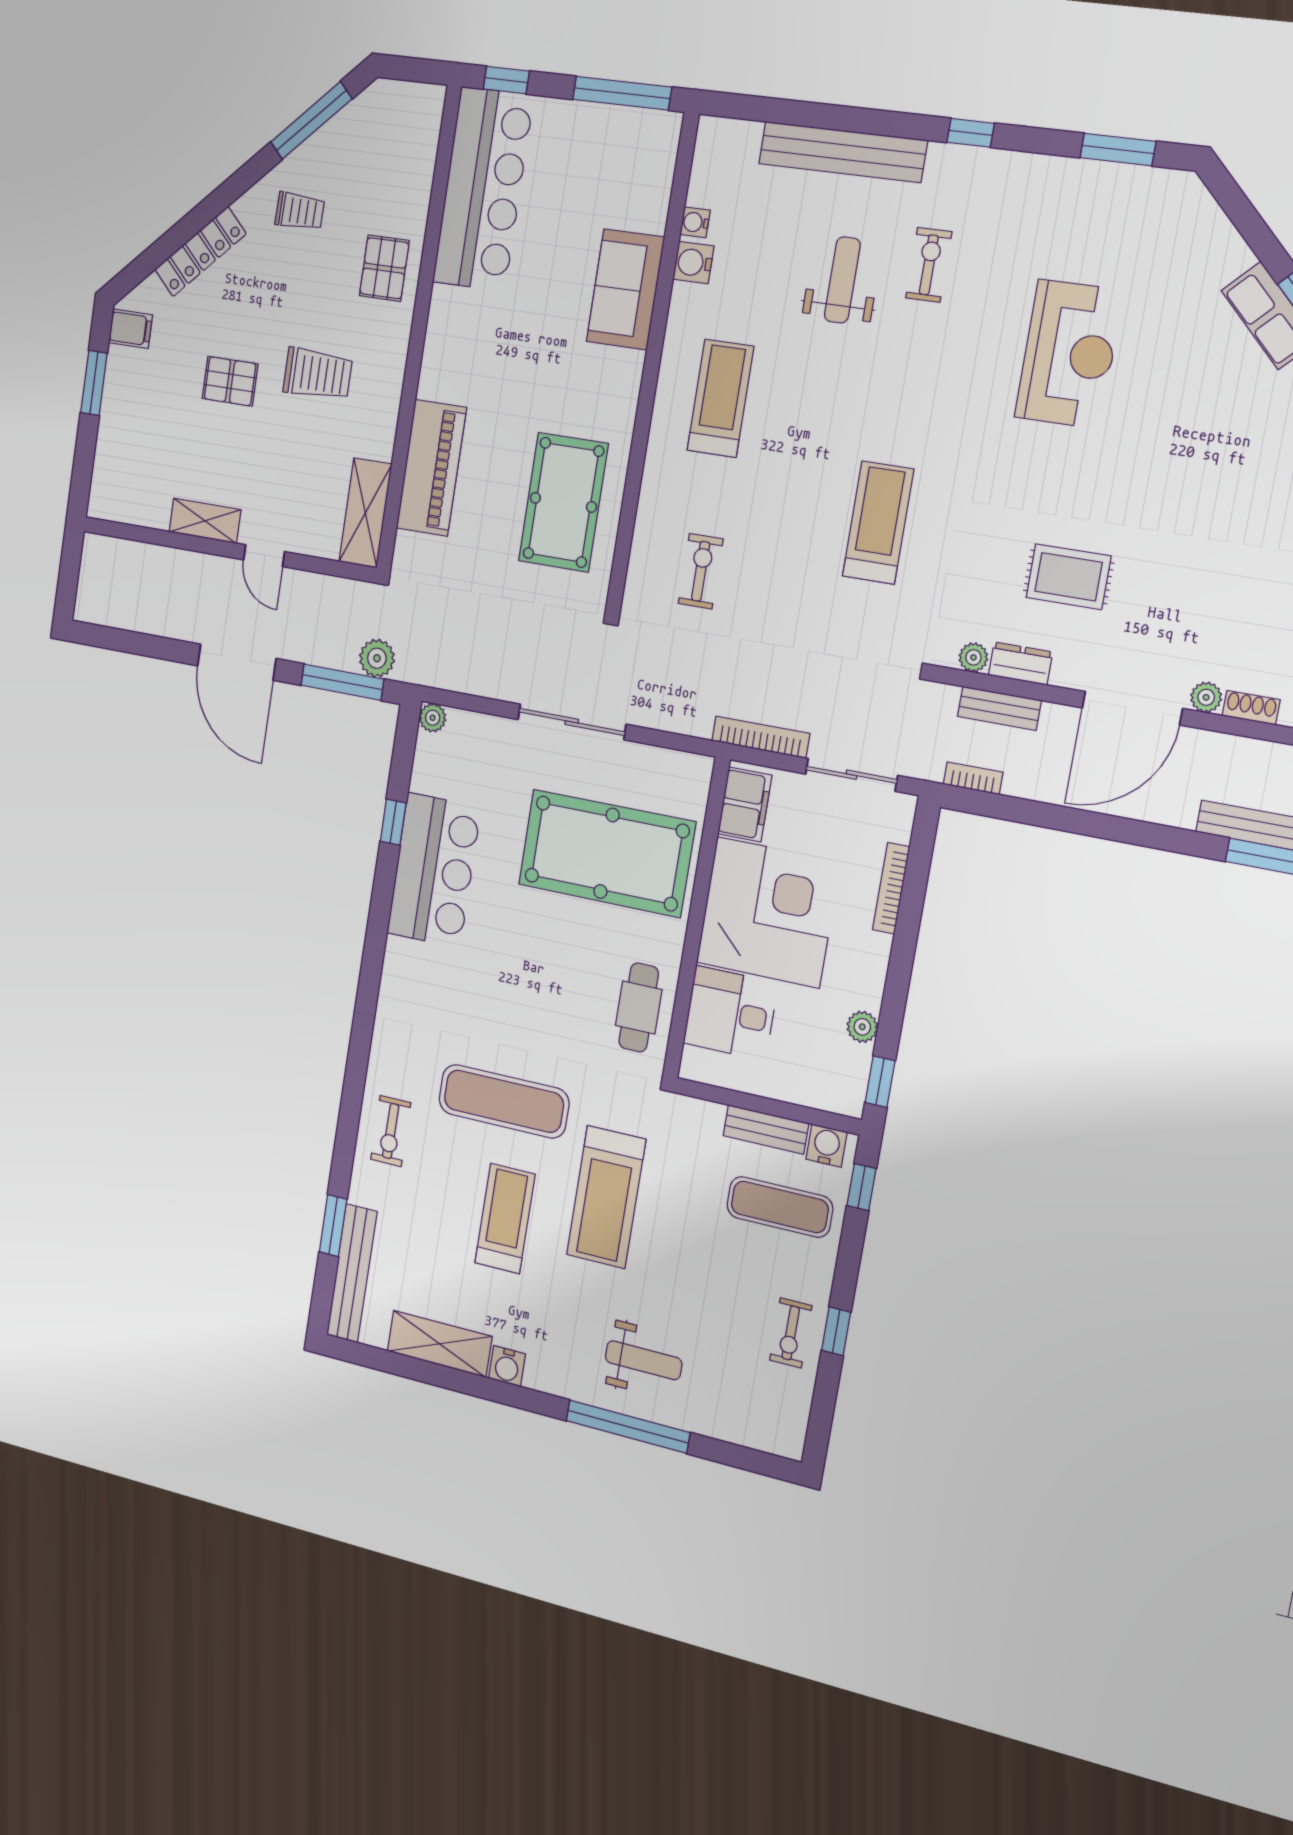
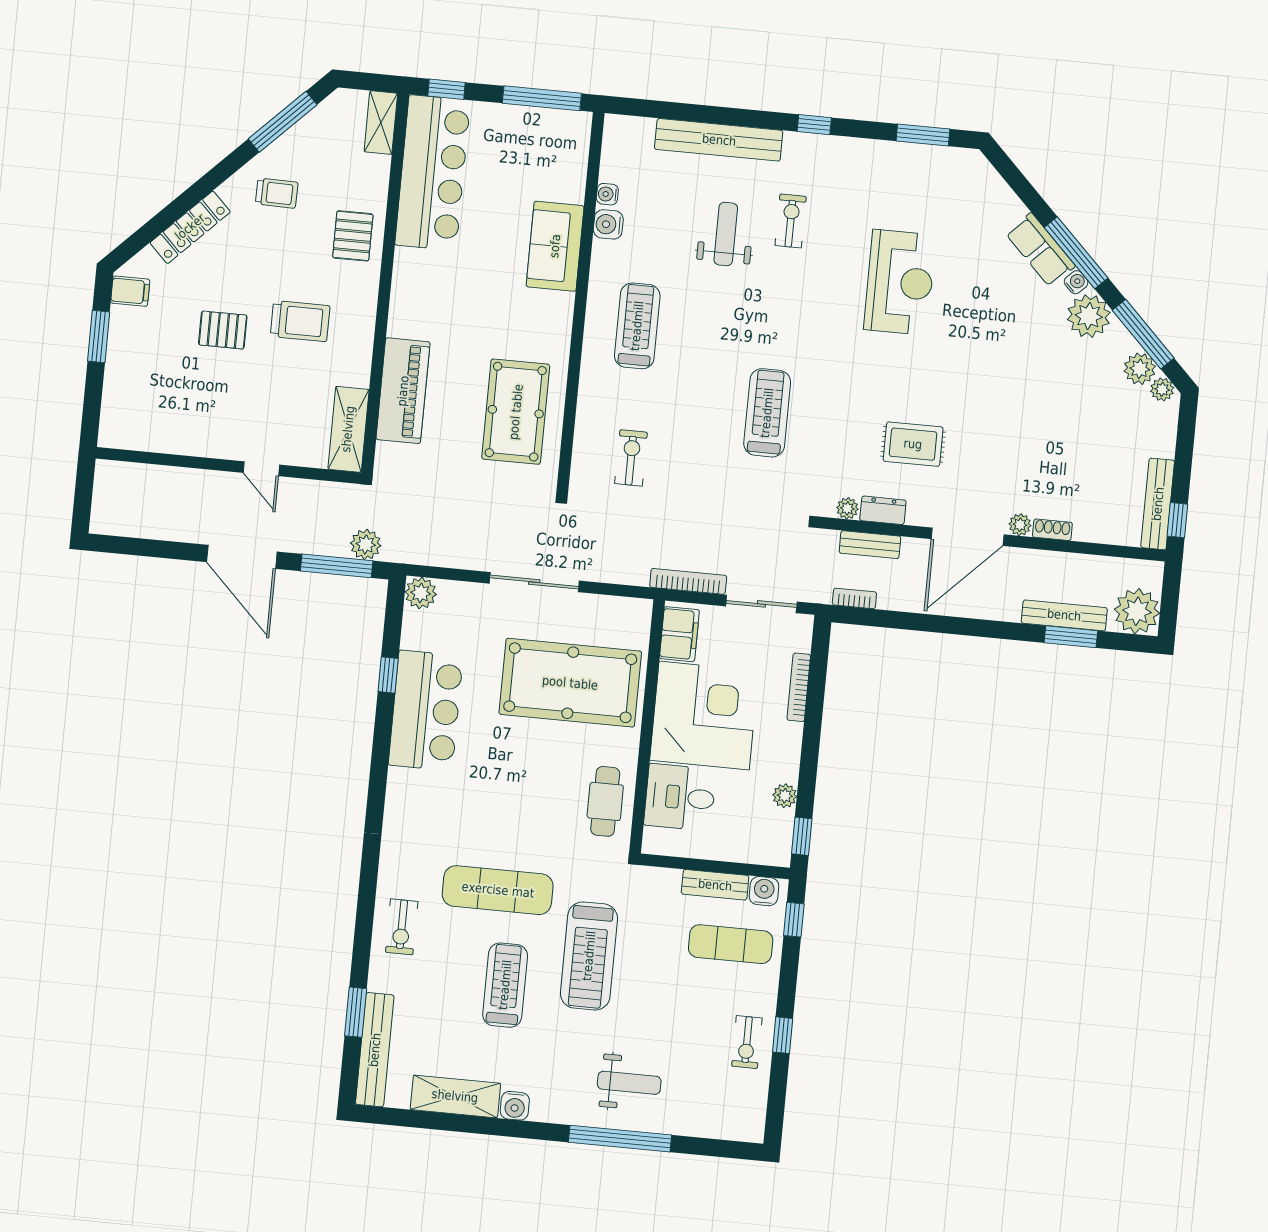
shelving: (205, 521) -> (381, 123), moved, turned 90
plant: (433, 718) -> (421, 593), width x1.38, depth x1.38

